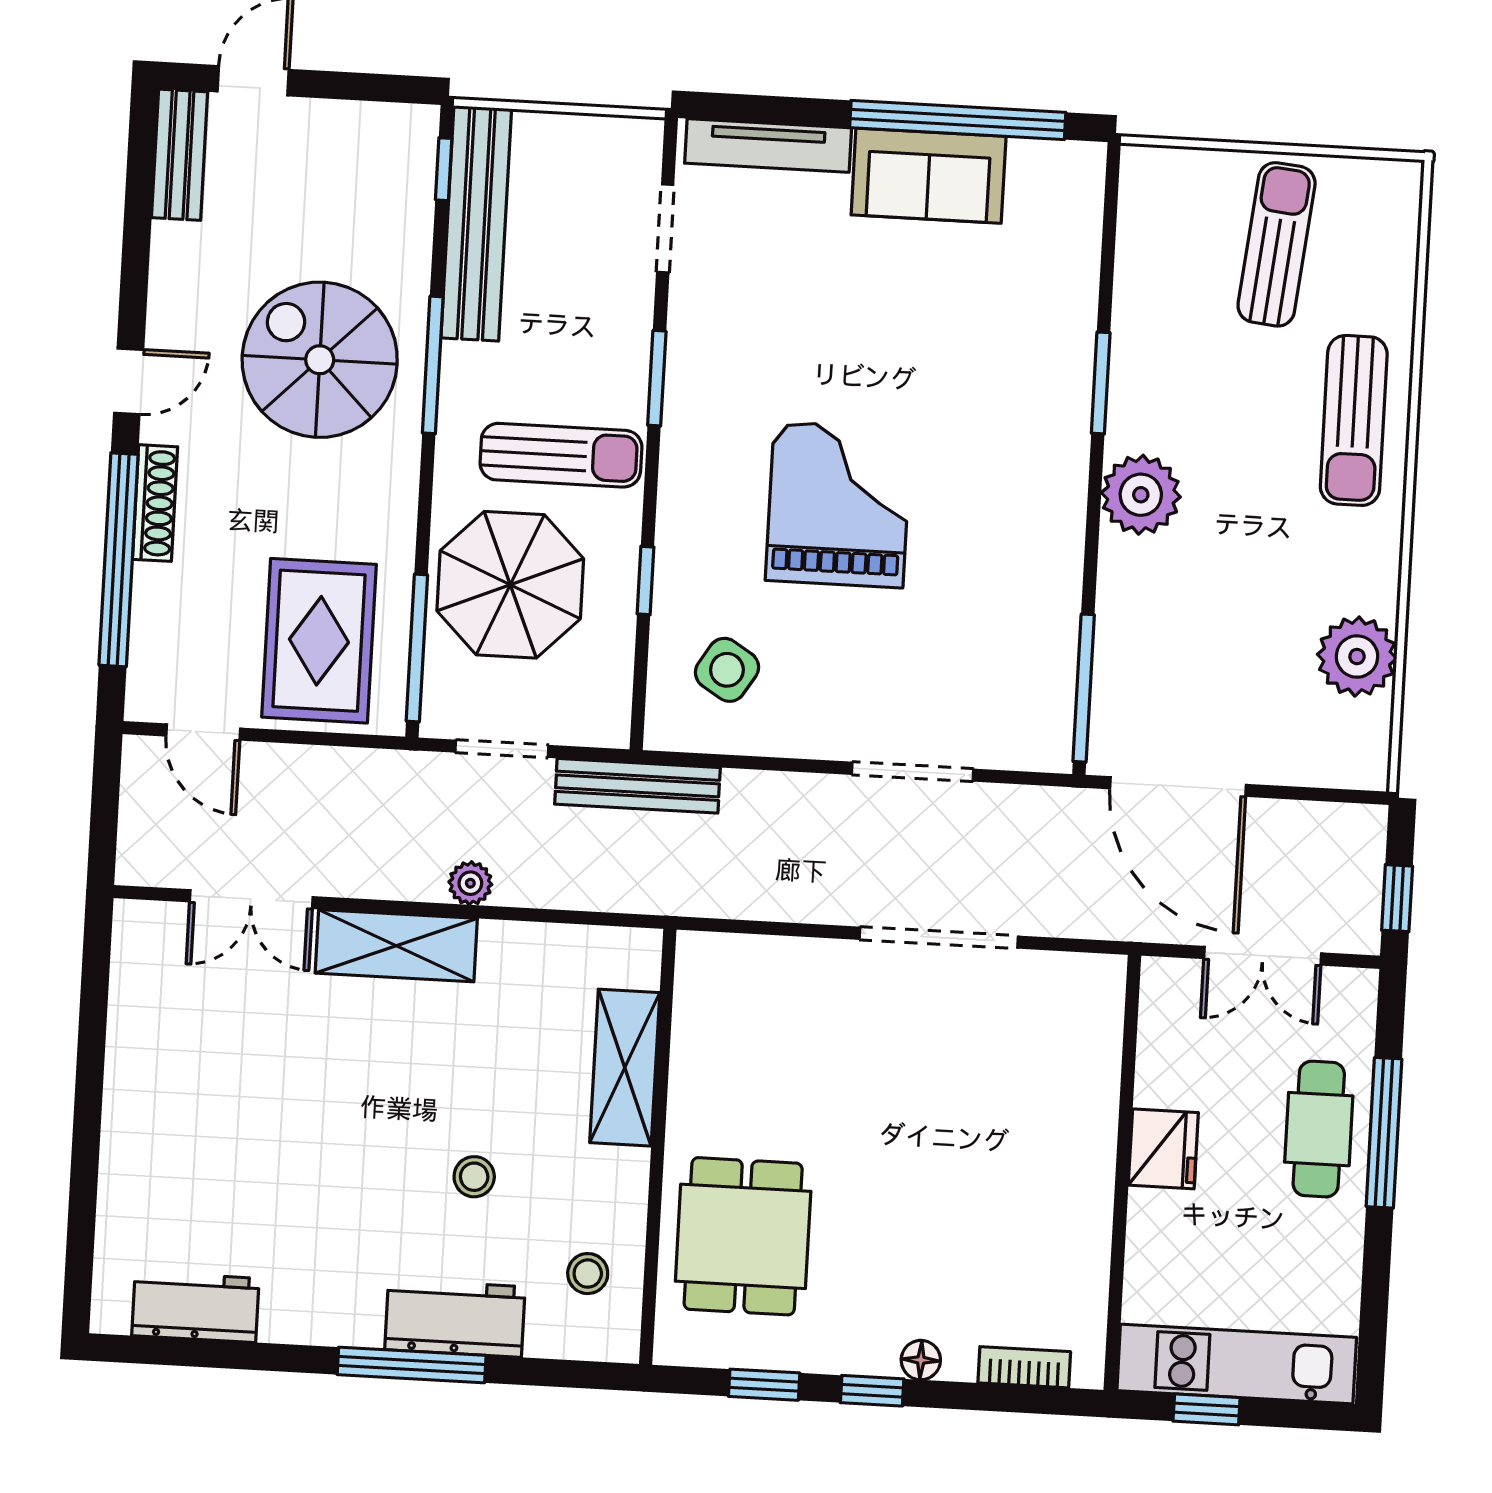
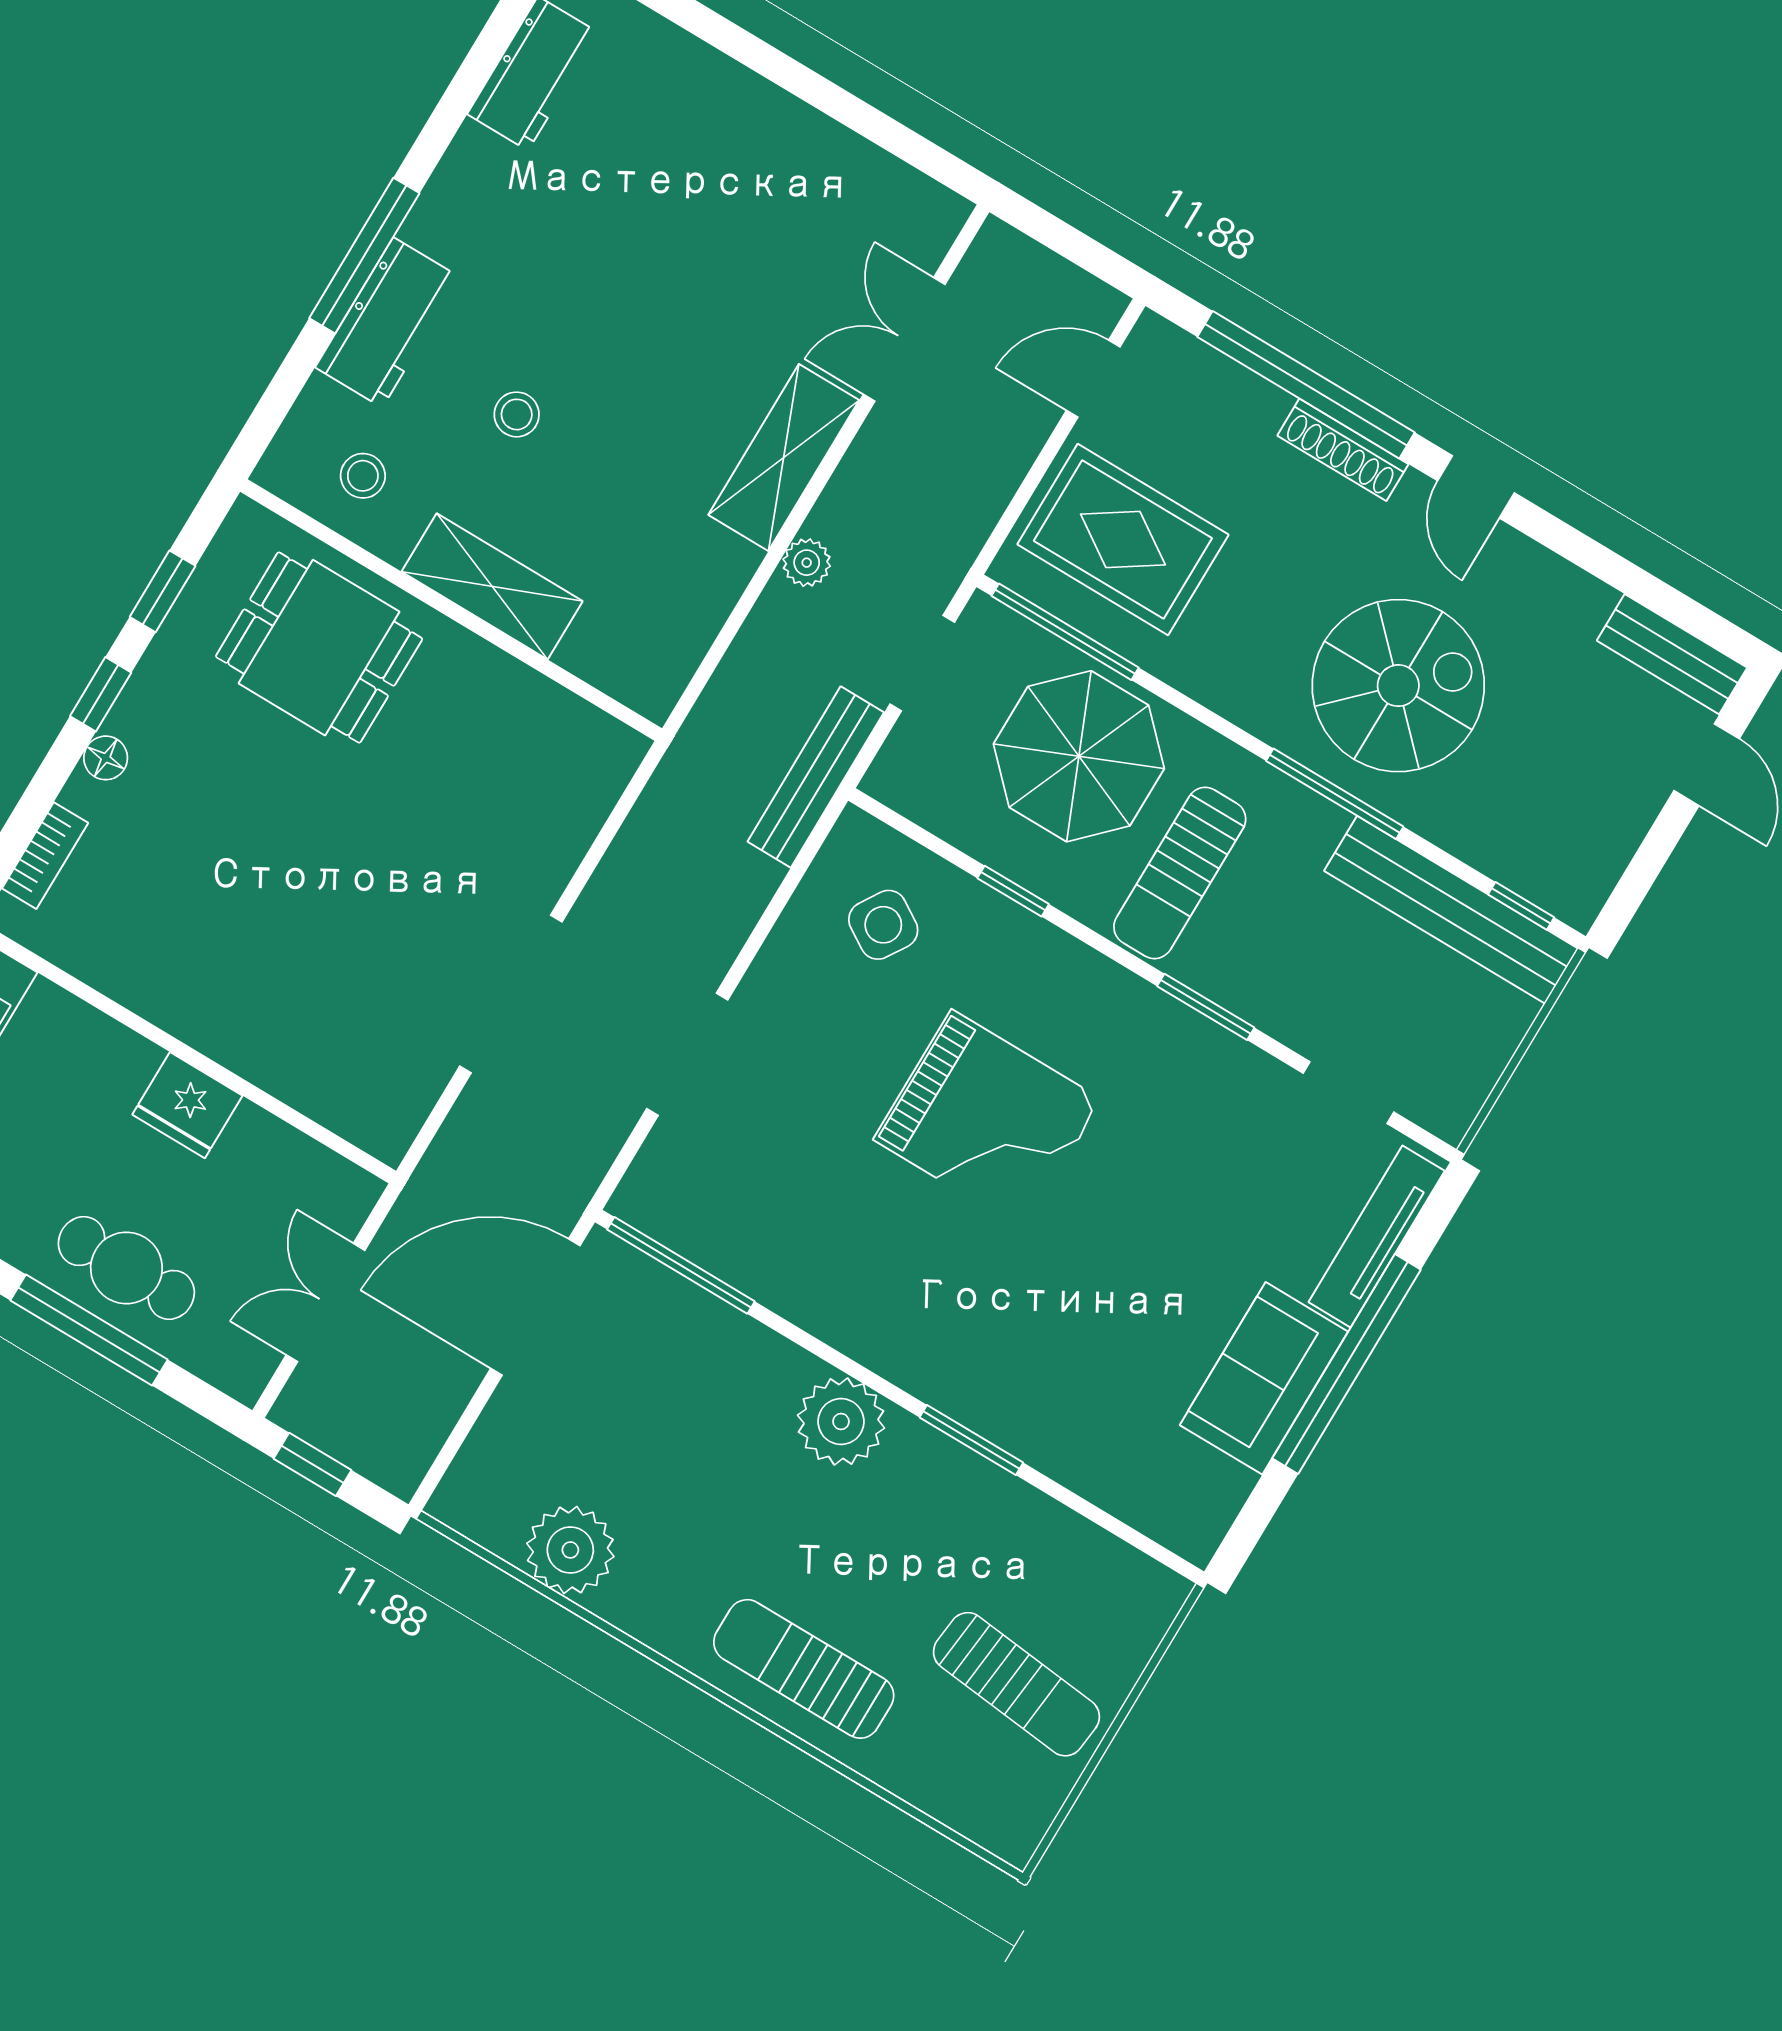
window: (958, 120) -> (1347, 1364), moved
shelving: (625, 1068) -> (492, 586), moved

